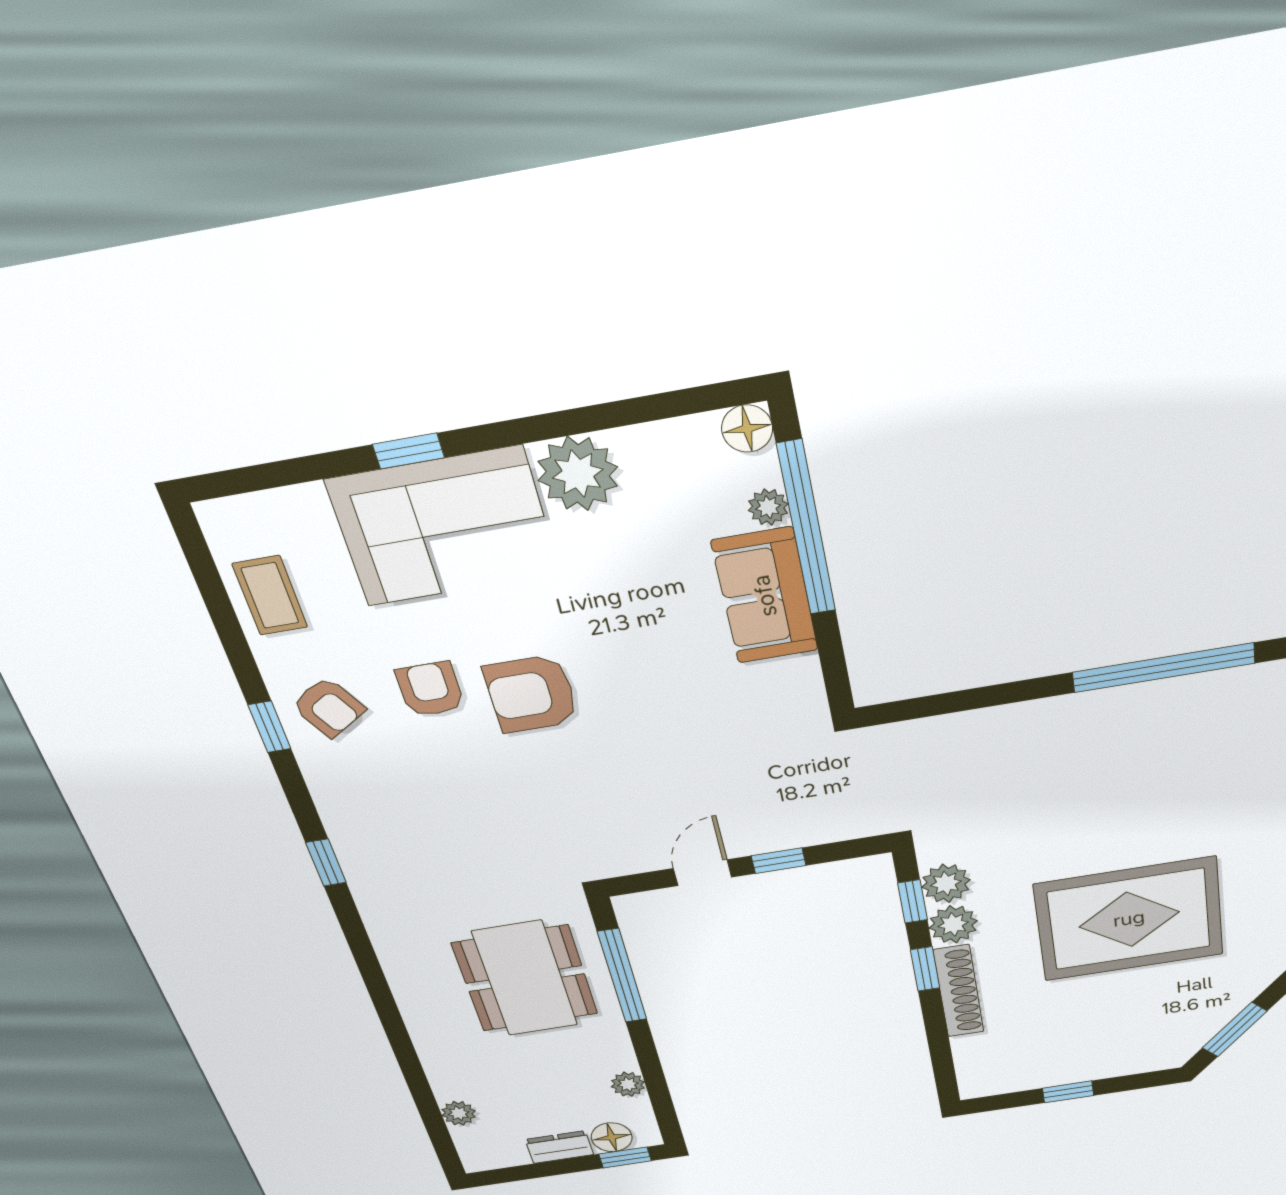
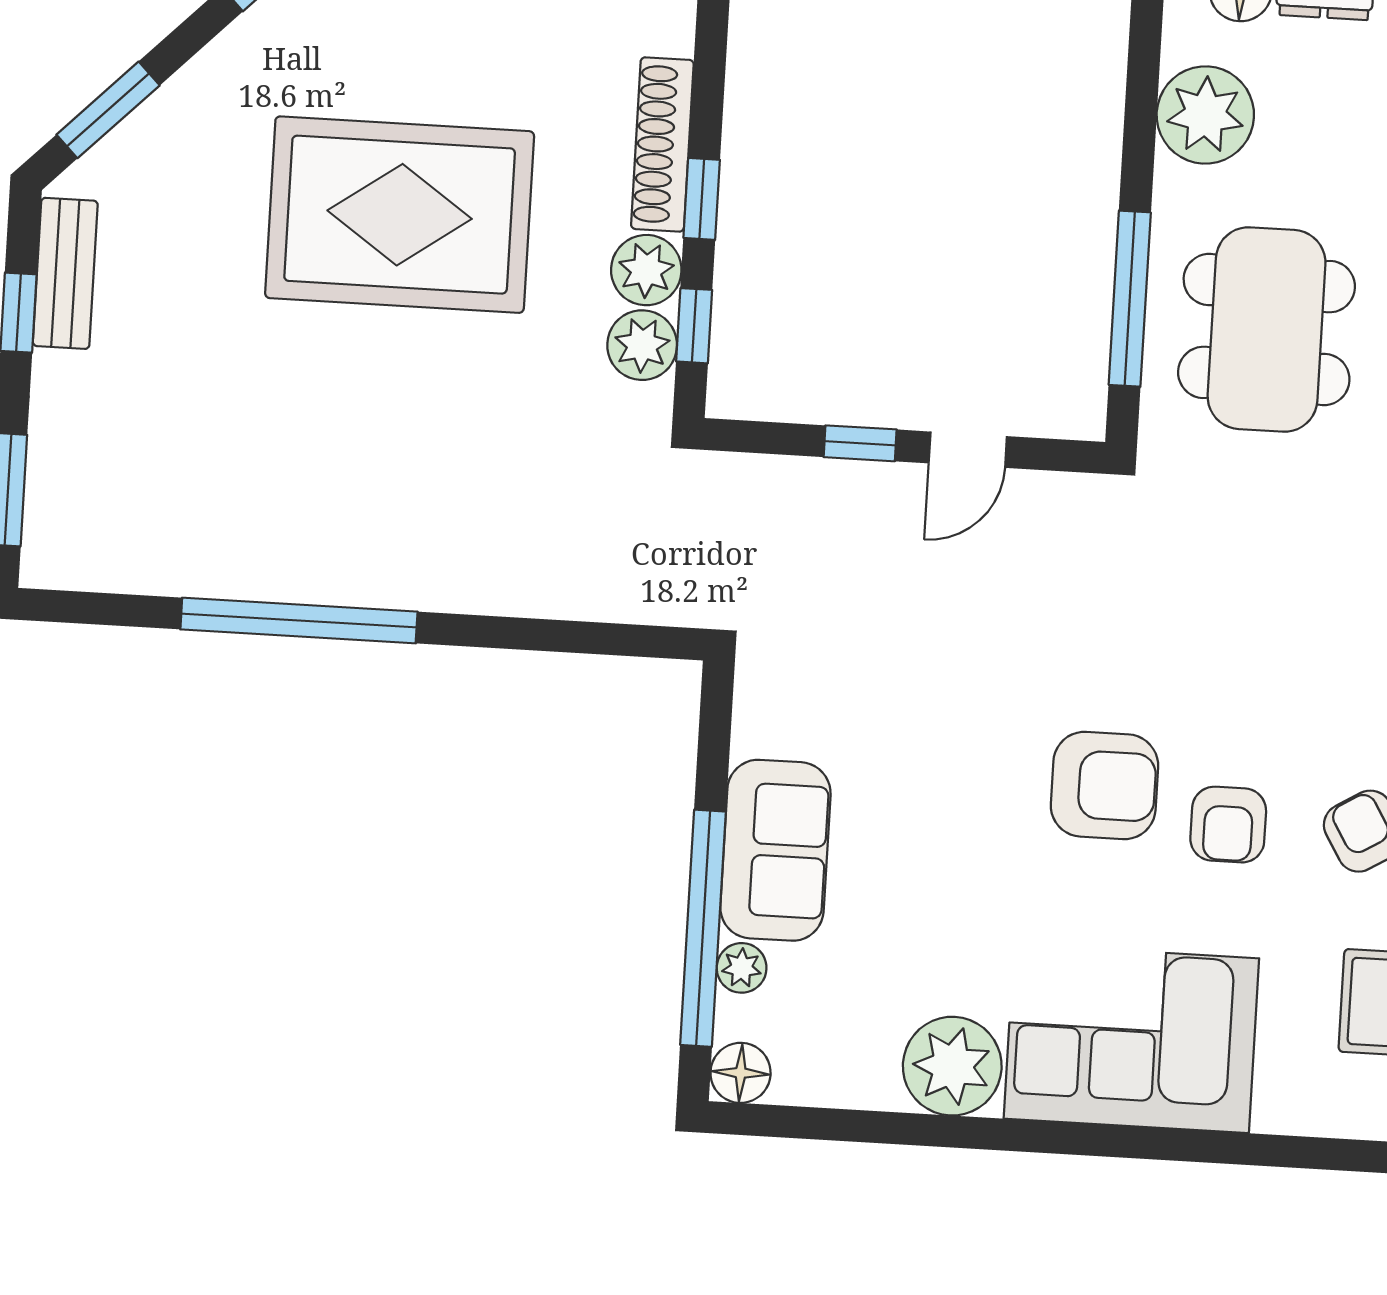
window: (408, 451) -> (1138, 1143), removed
plant: (628, 1084) -> (1205, 115), width x1.87, depth x1.87

